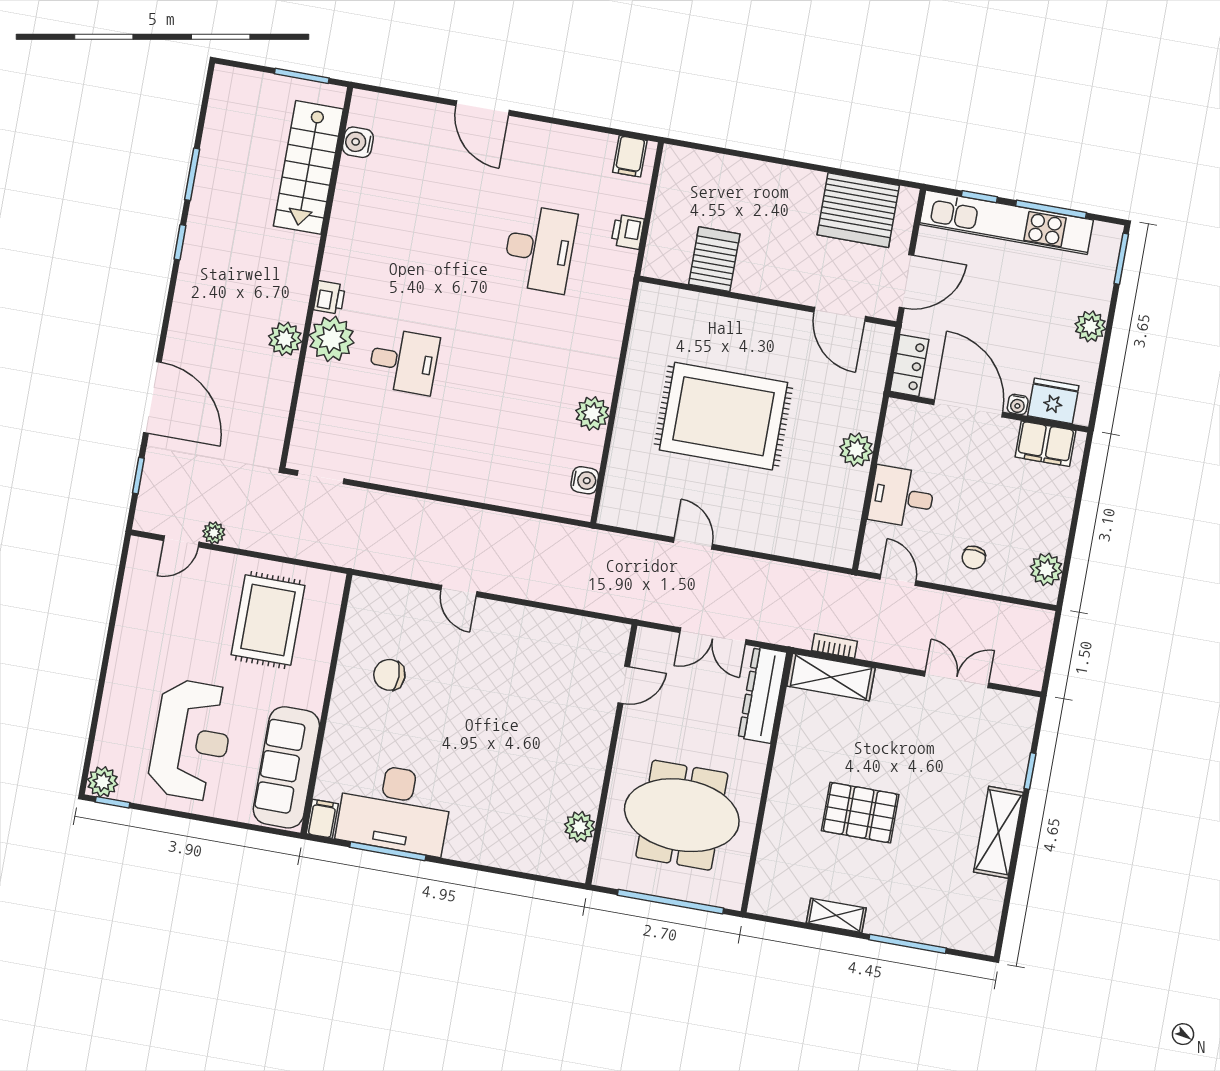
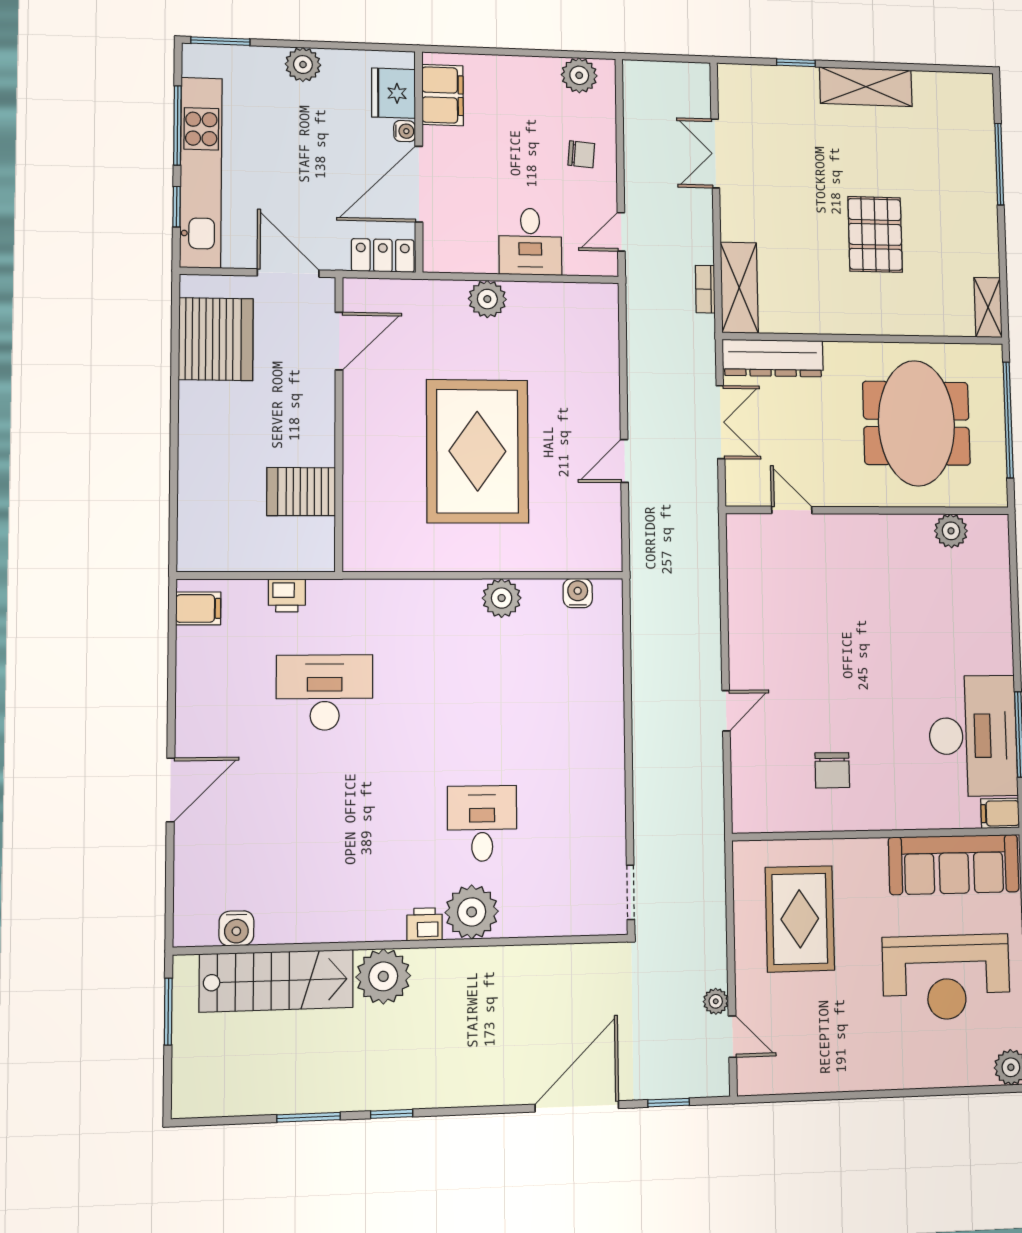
plant: (285, 339) -> (383, 976), moved, width x1.36, depth x1.36
rug: (268, 620) -> (800, 919), turned 90
reception desk: (191, 740) -> (946, 977), turned 180
shelving: (836, 915) -> (988, 308), moved

